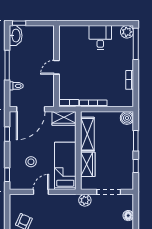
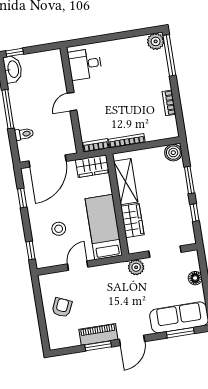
desk: (100, 37) -> (85, 64), moved, turned -90

